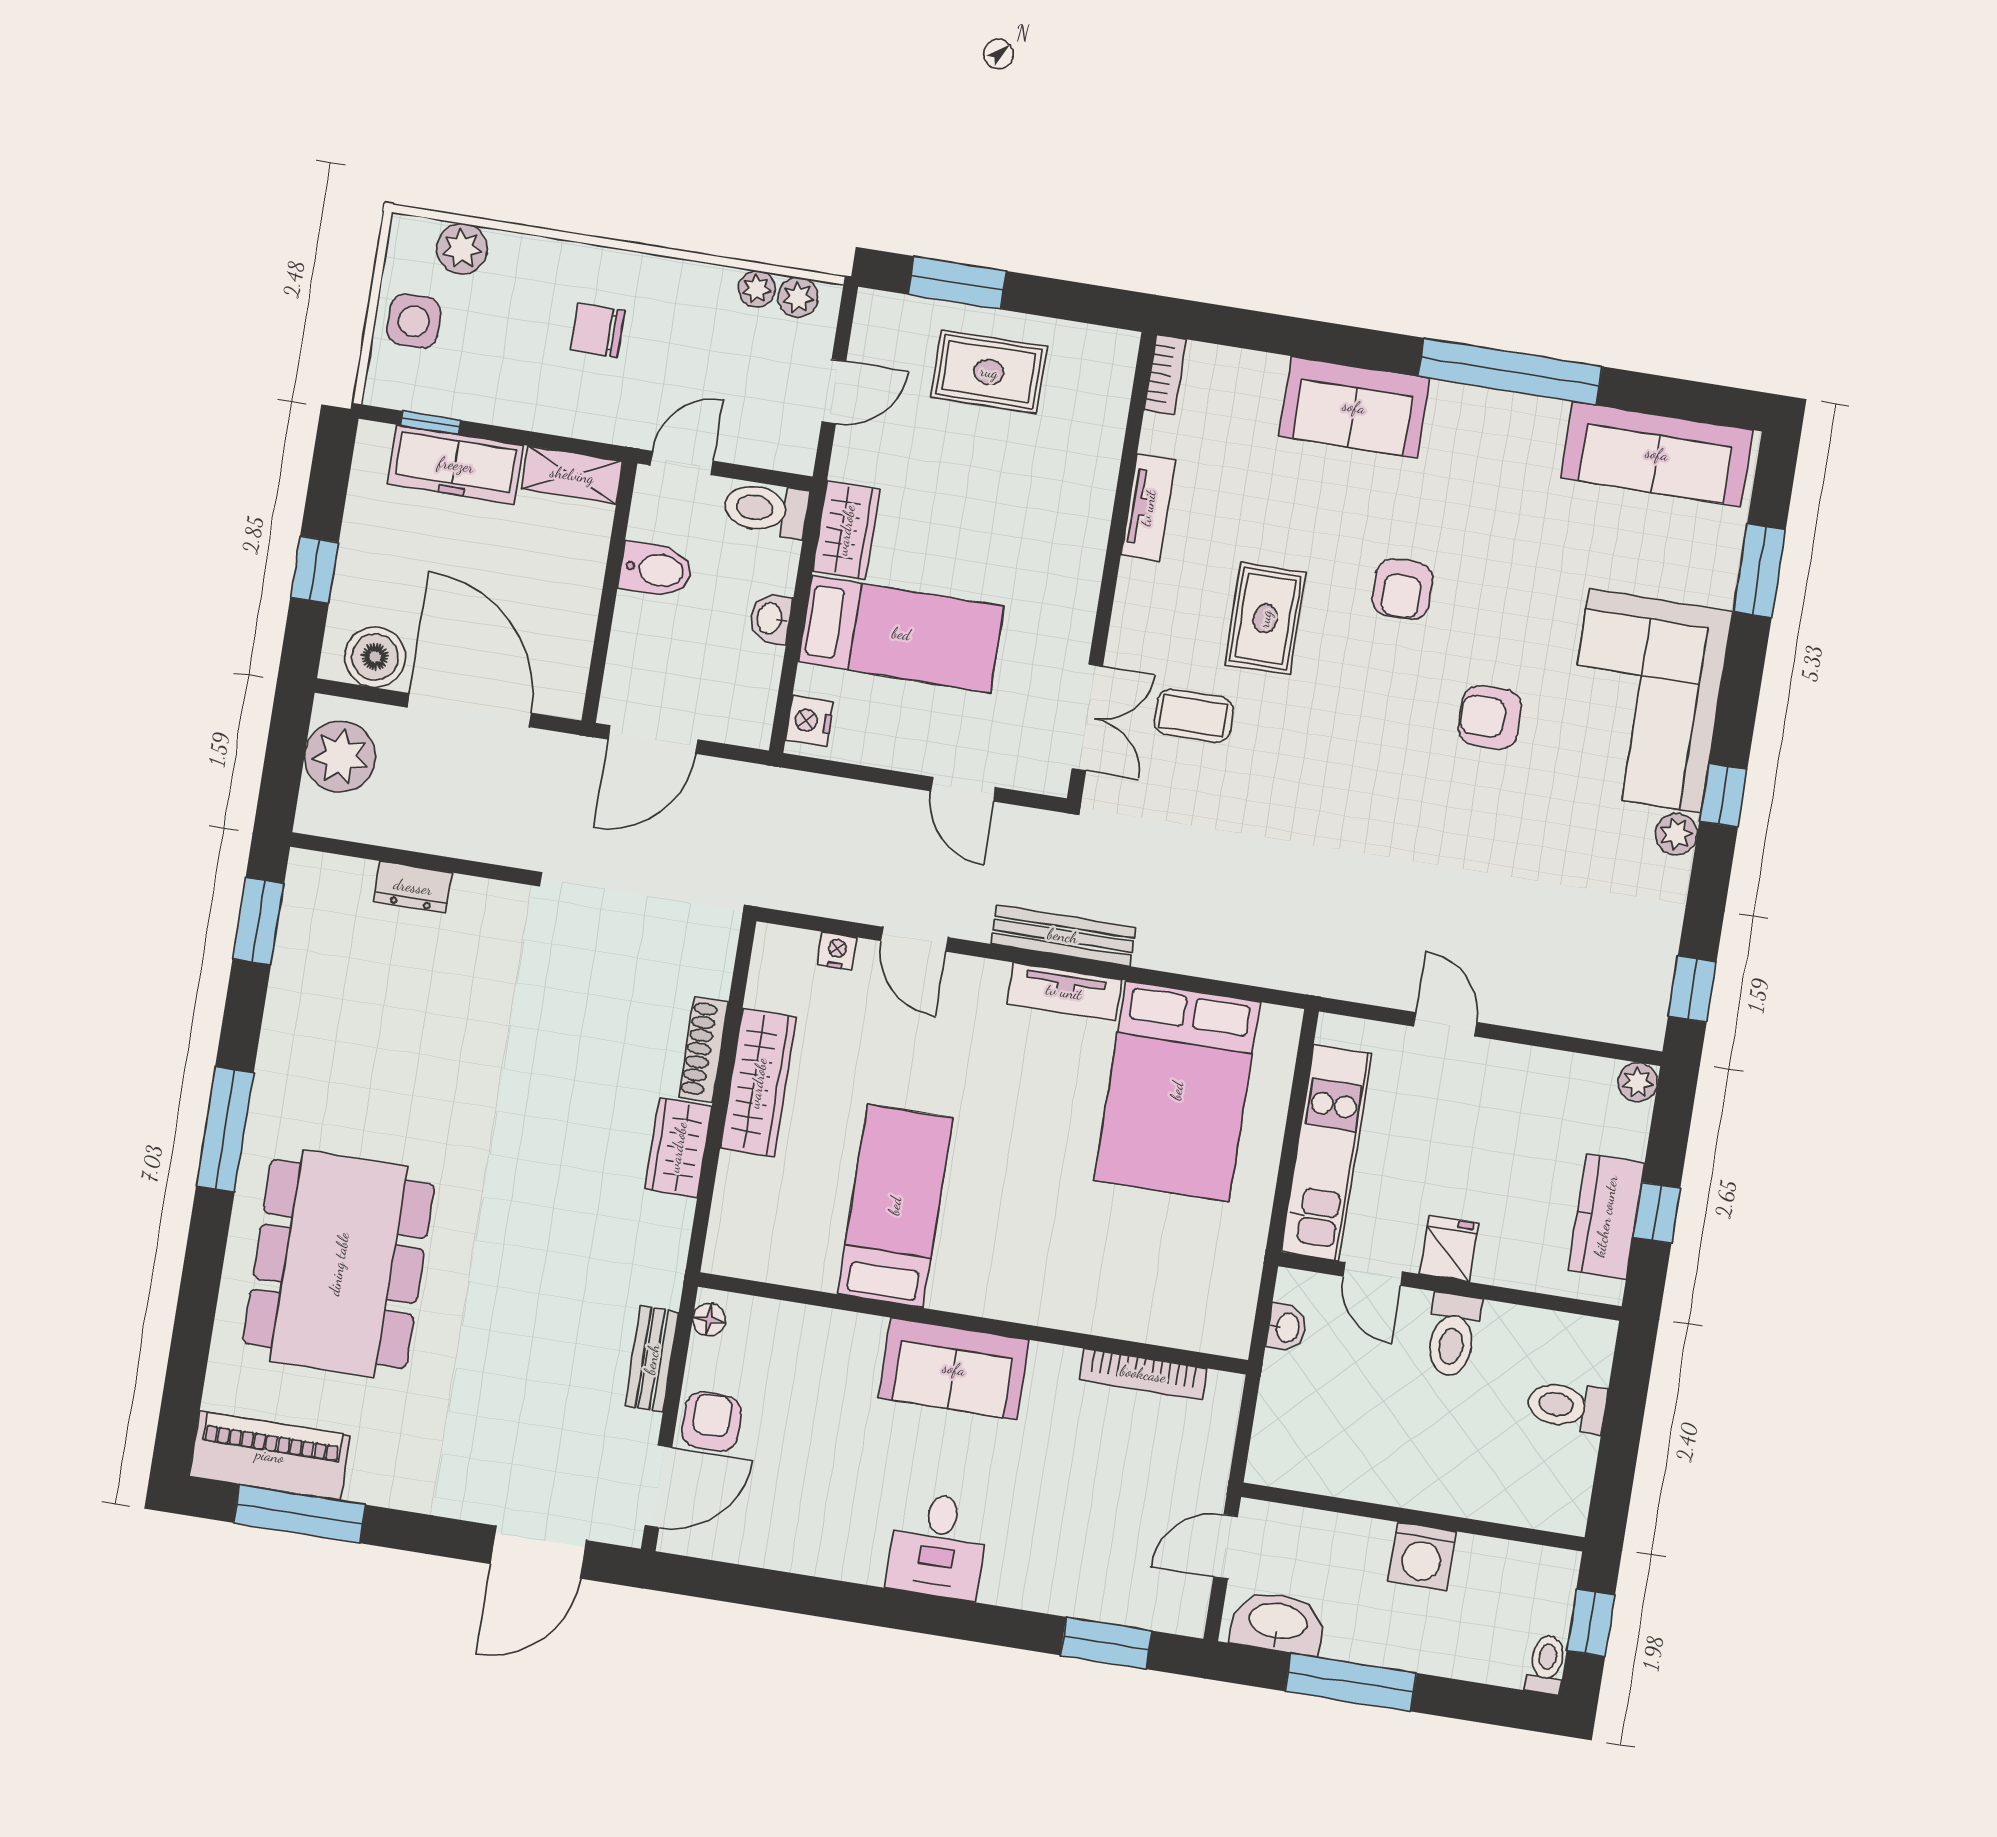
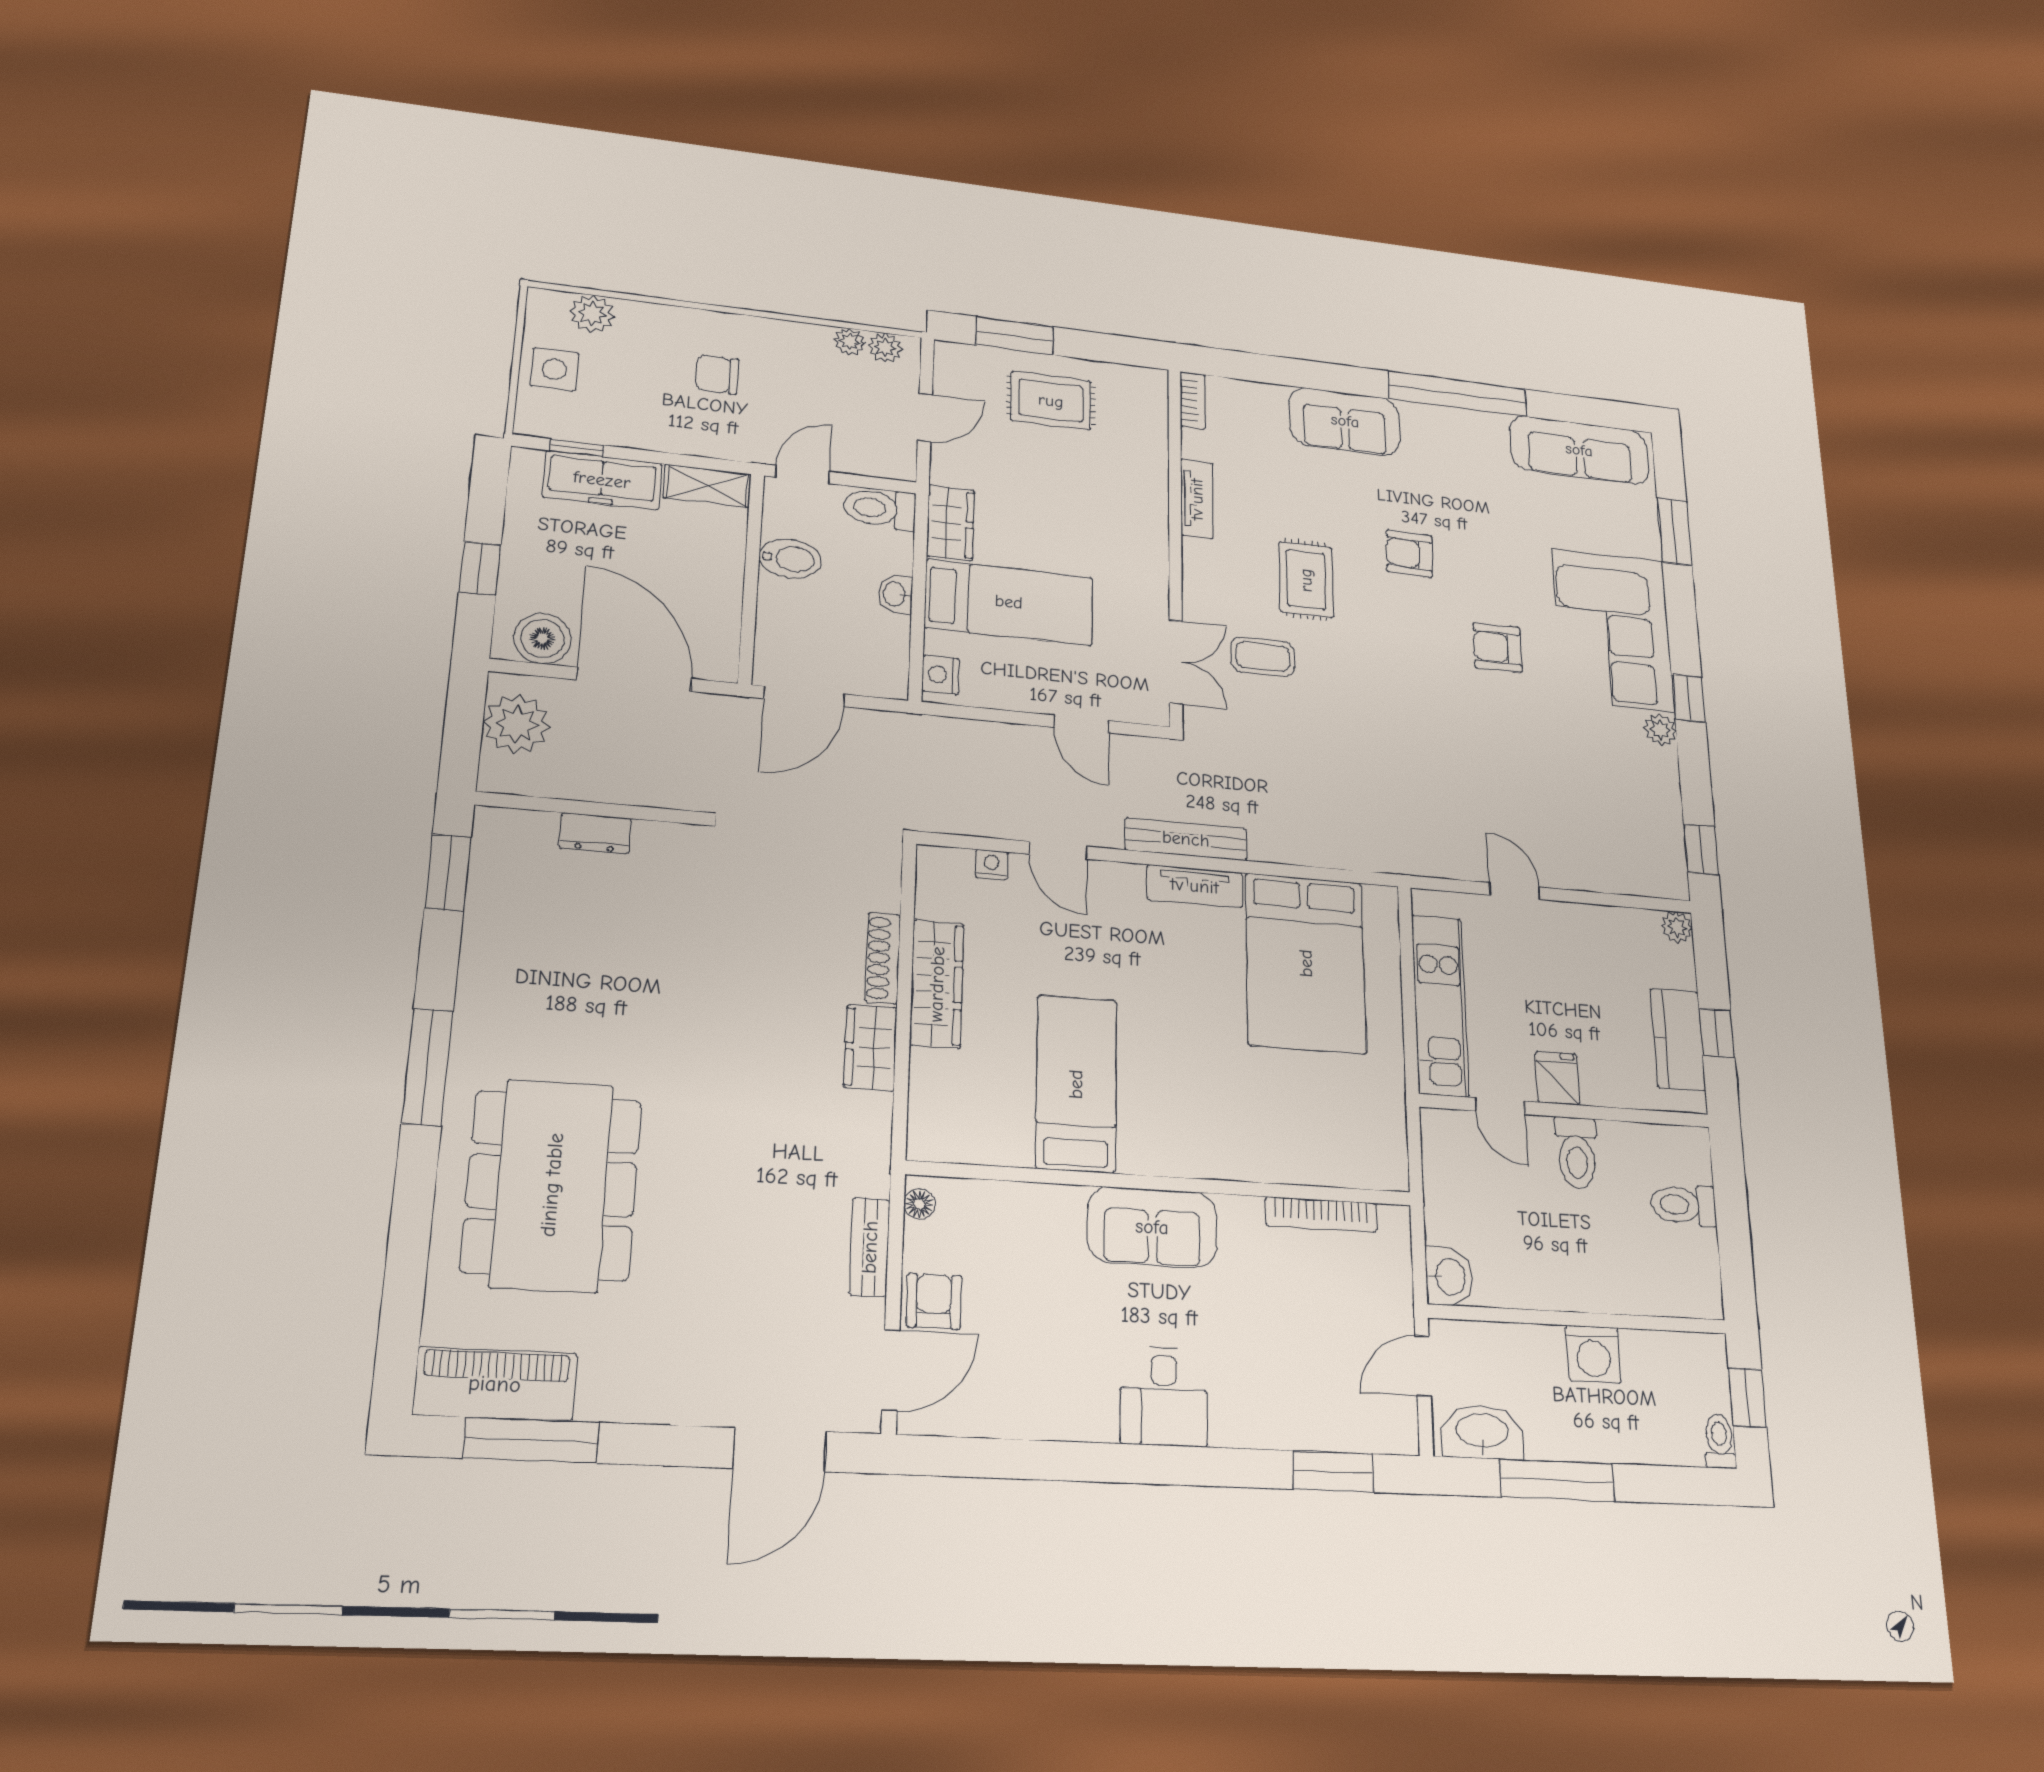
armchair: (1402, 589) -> (1409, 554), turned 92
washbasin: (1287, 1327) -> (1449, 1277), moved, width x1.38, depth x1.45

